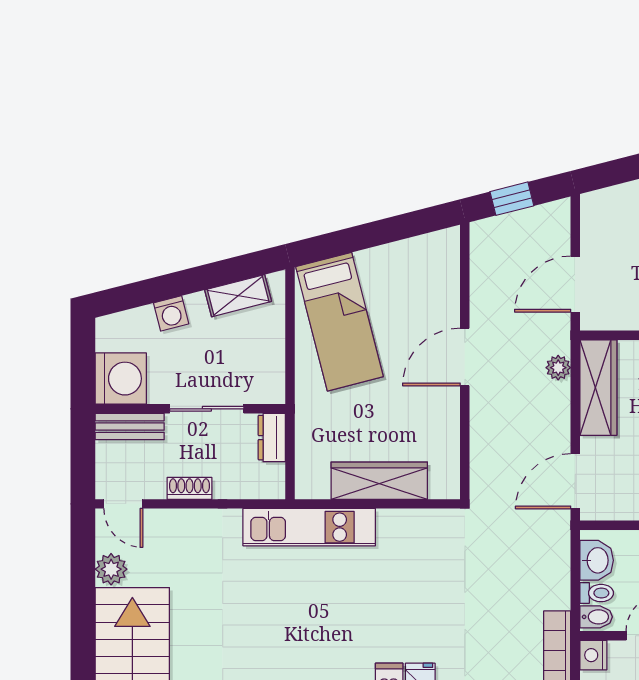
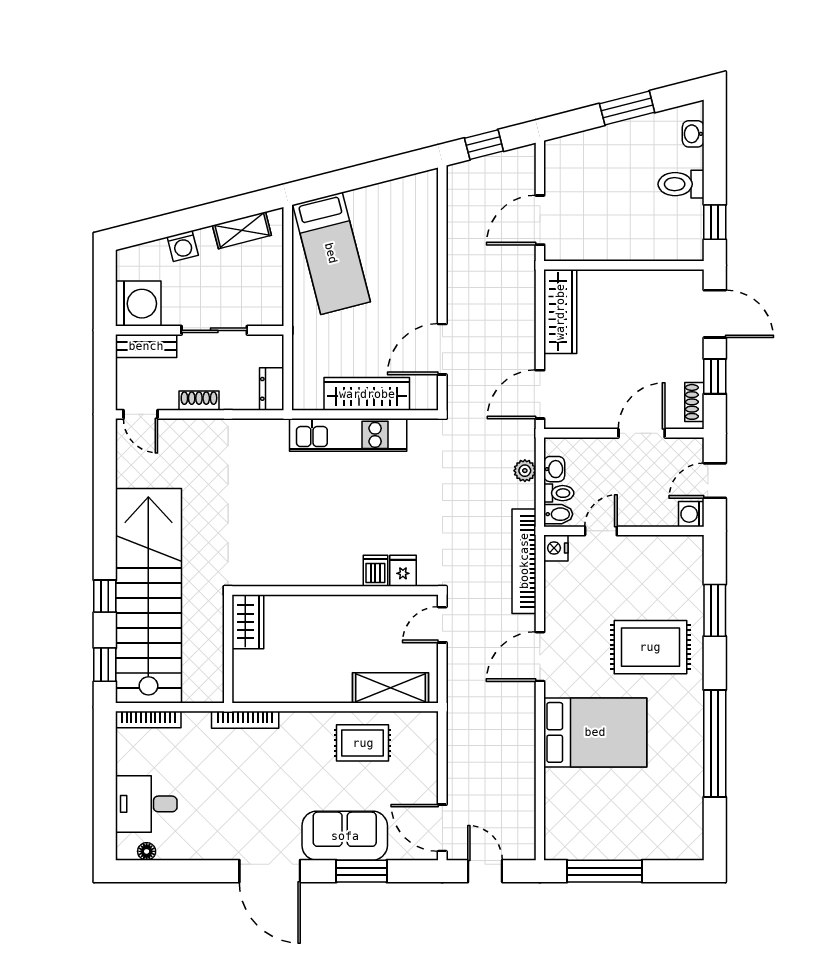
door: (465, 357) -> (442, 349), moved
plant: (558, 368) -> (525, 471), moved
dresser: (272, 438) -> (272, 389), moved
kitchen unit: (309, 527) -> (348, 435), moved
washbasin: (597, 560) -> (554, 469), width x0.72, depth x0.69
plant: (111, 569) -> (130, 472), removed

